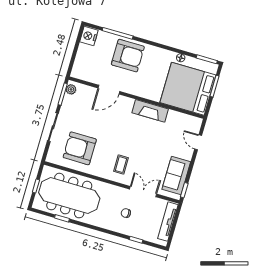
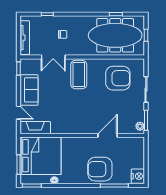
fireplace: (150, 111) -> (35, 128), moved
coffee table: (121, 165) -> (79, 75), width x1.86, depth x1.72
sofa: (176, 175) -> (29, 90), moved

